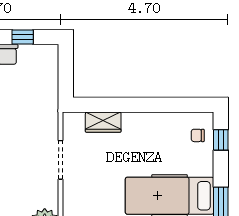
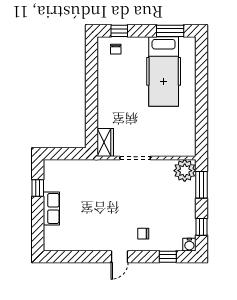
wardrobe: (103, 122) -> (105, 142), moved

